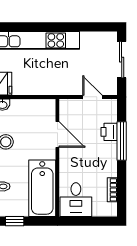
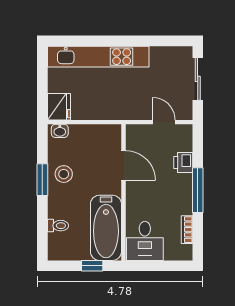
window: (122, 141) -> (198, 190), moved
window: (15, 221) -> (92, 266), moved

